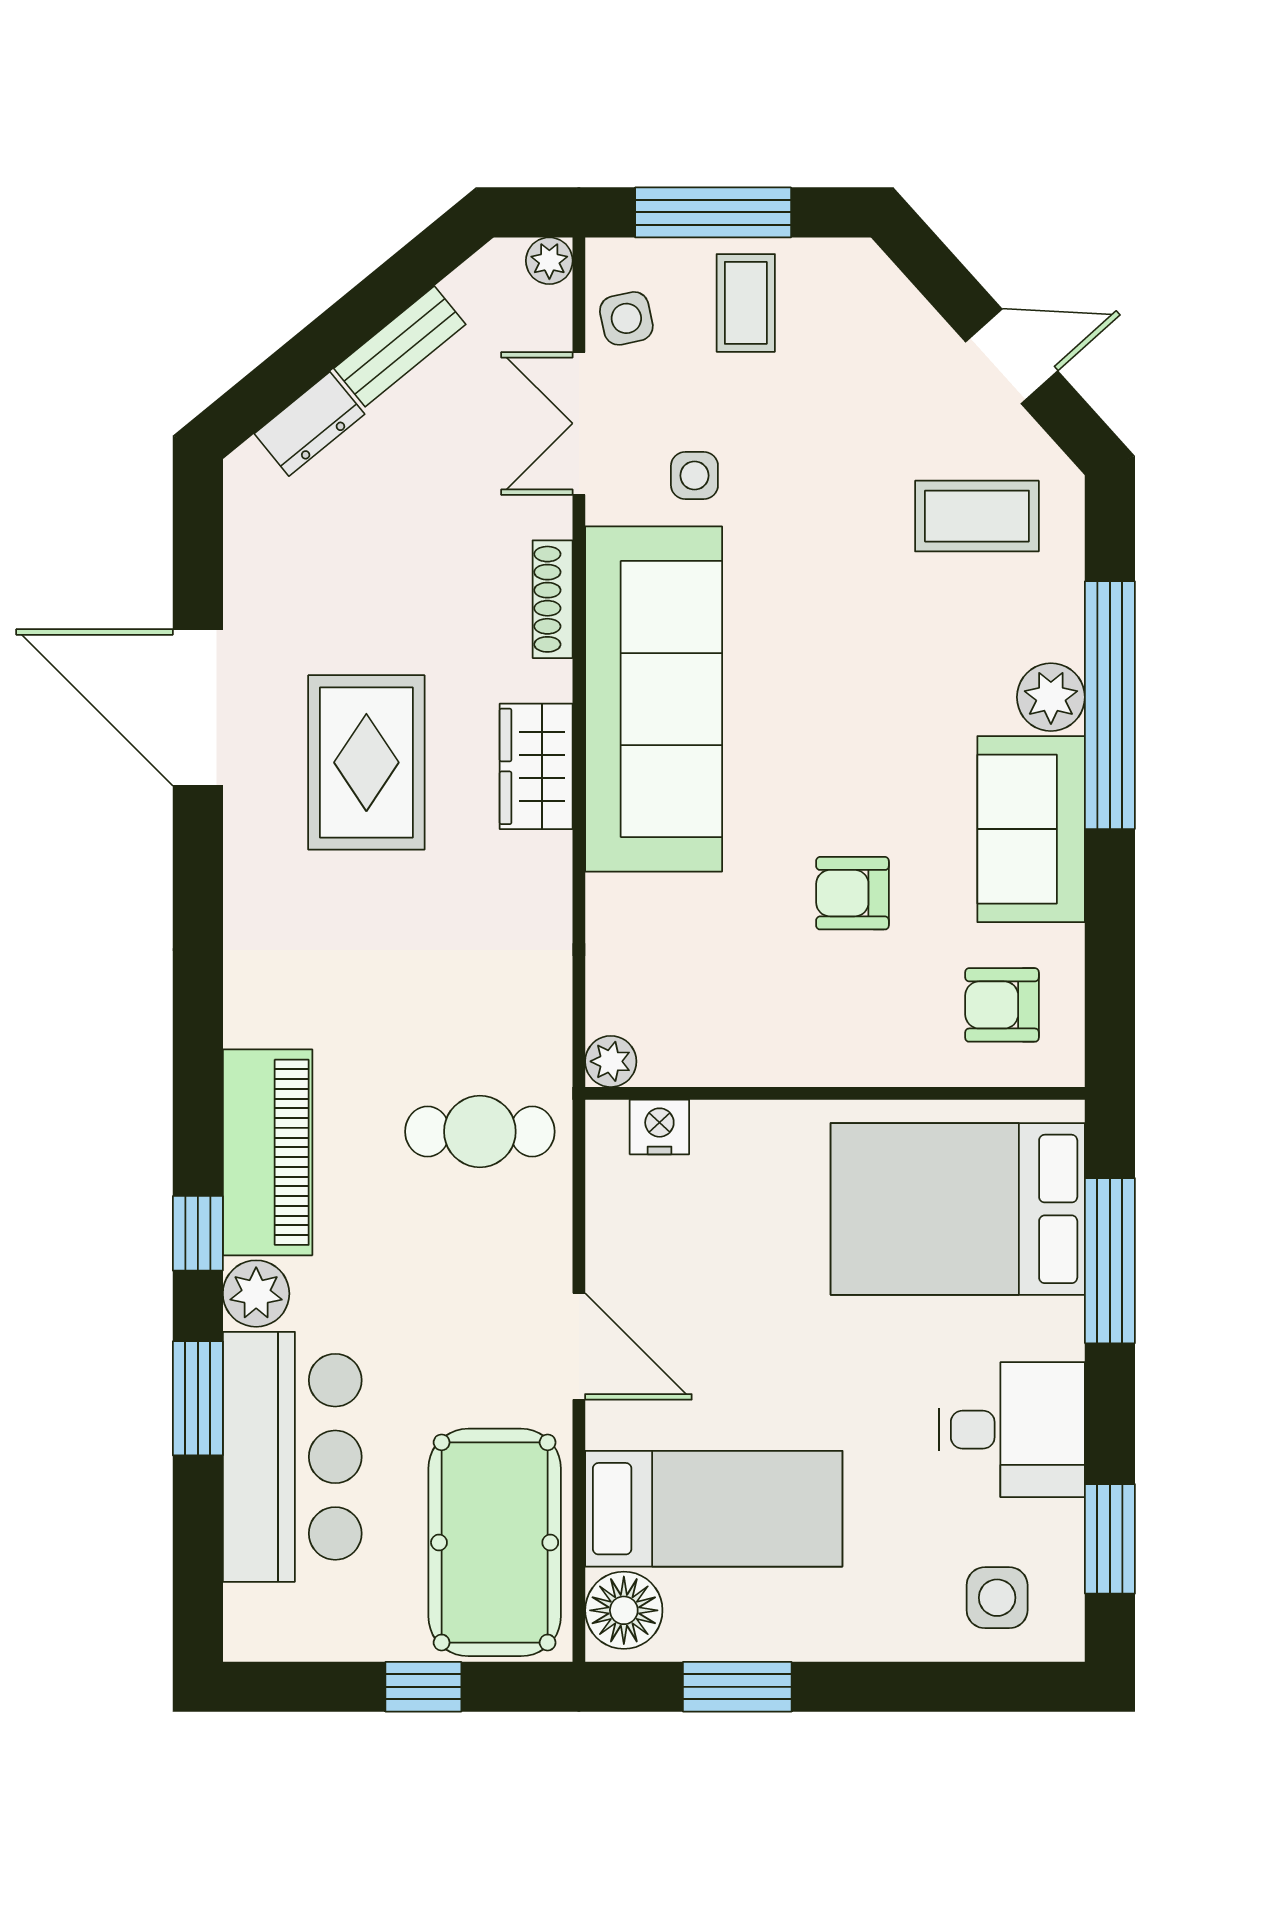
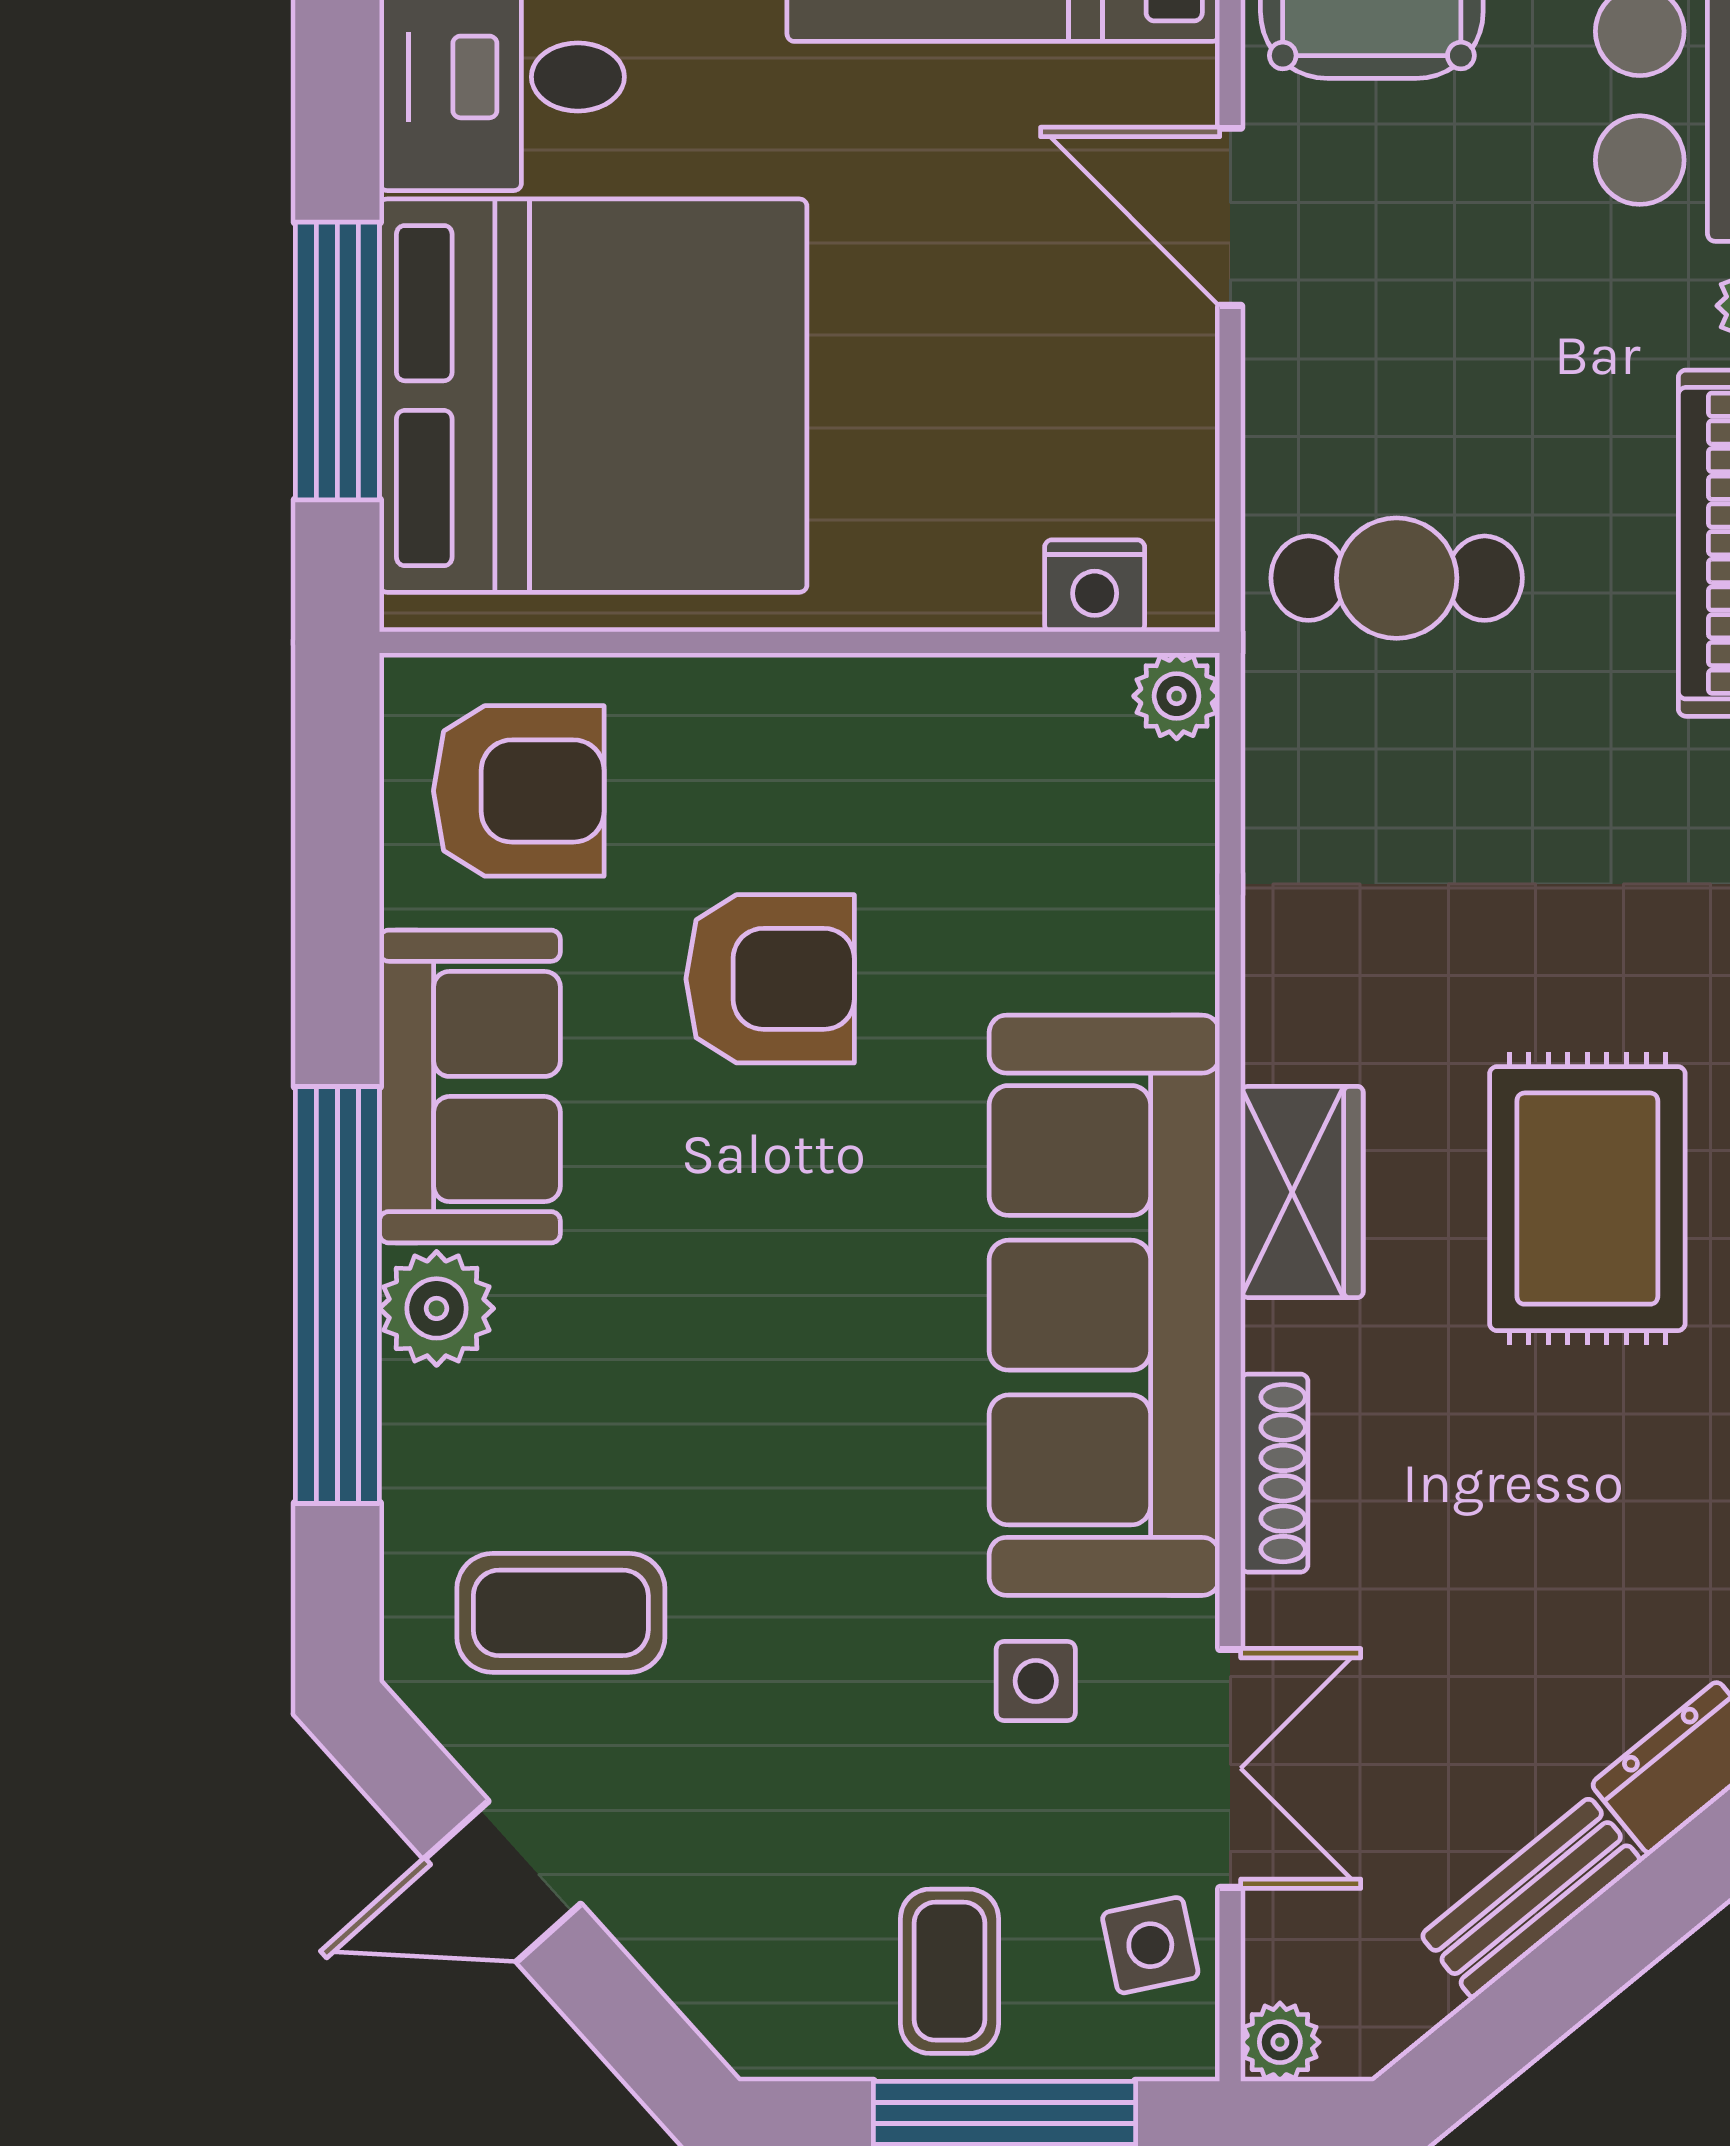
armchair: (852, 893) -> (770, 979), width x1.38, depth x1.38
armchair: (1002, 1005) -> (519, 791), width x1.38, depth x1.38
bed: (958, 1209) -> (593, 396), width x1.36

